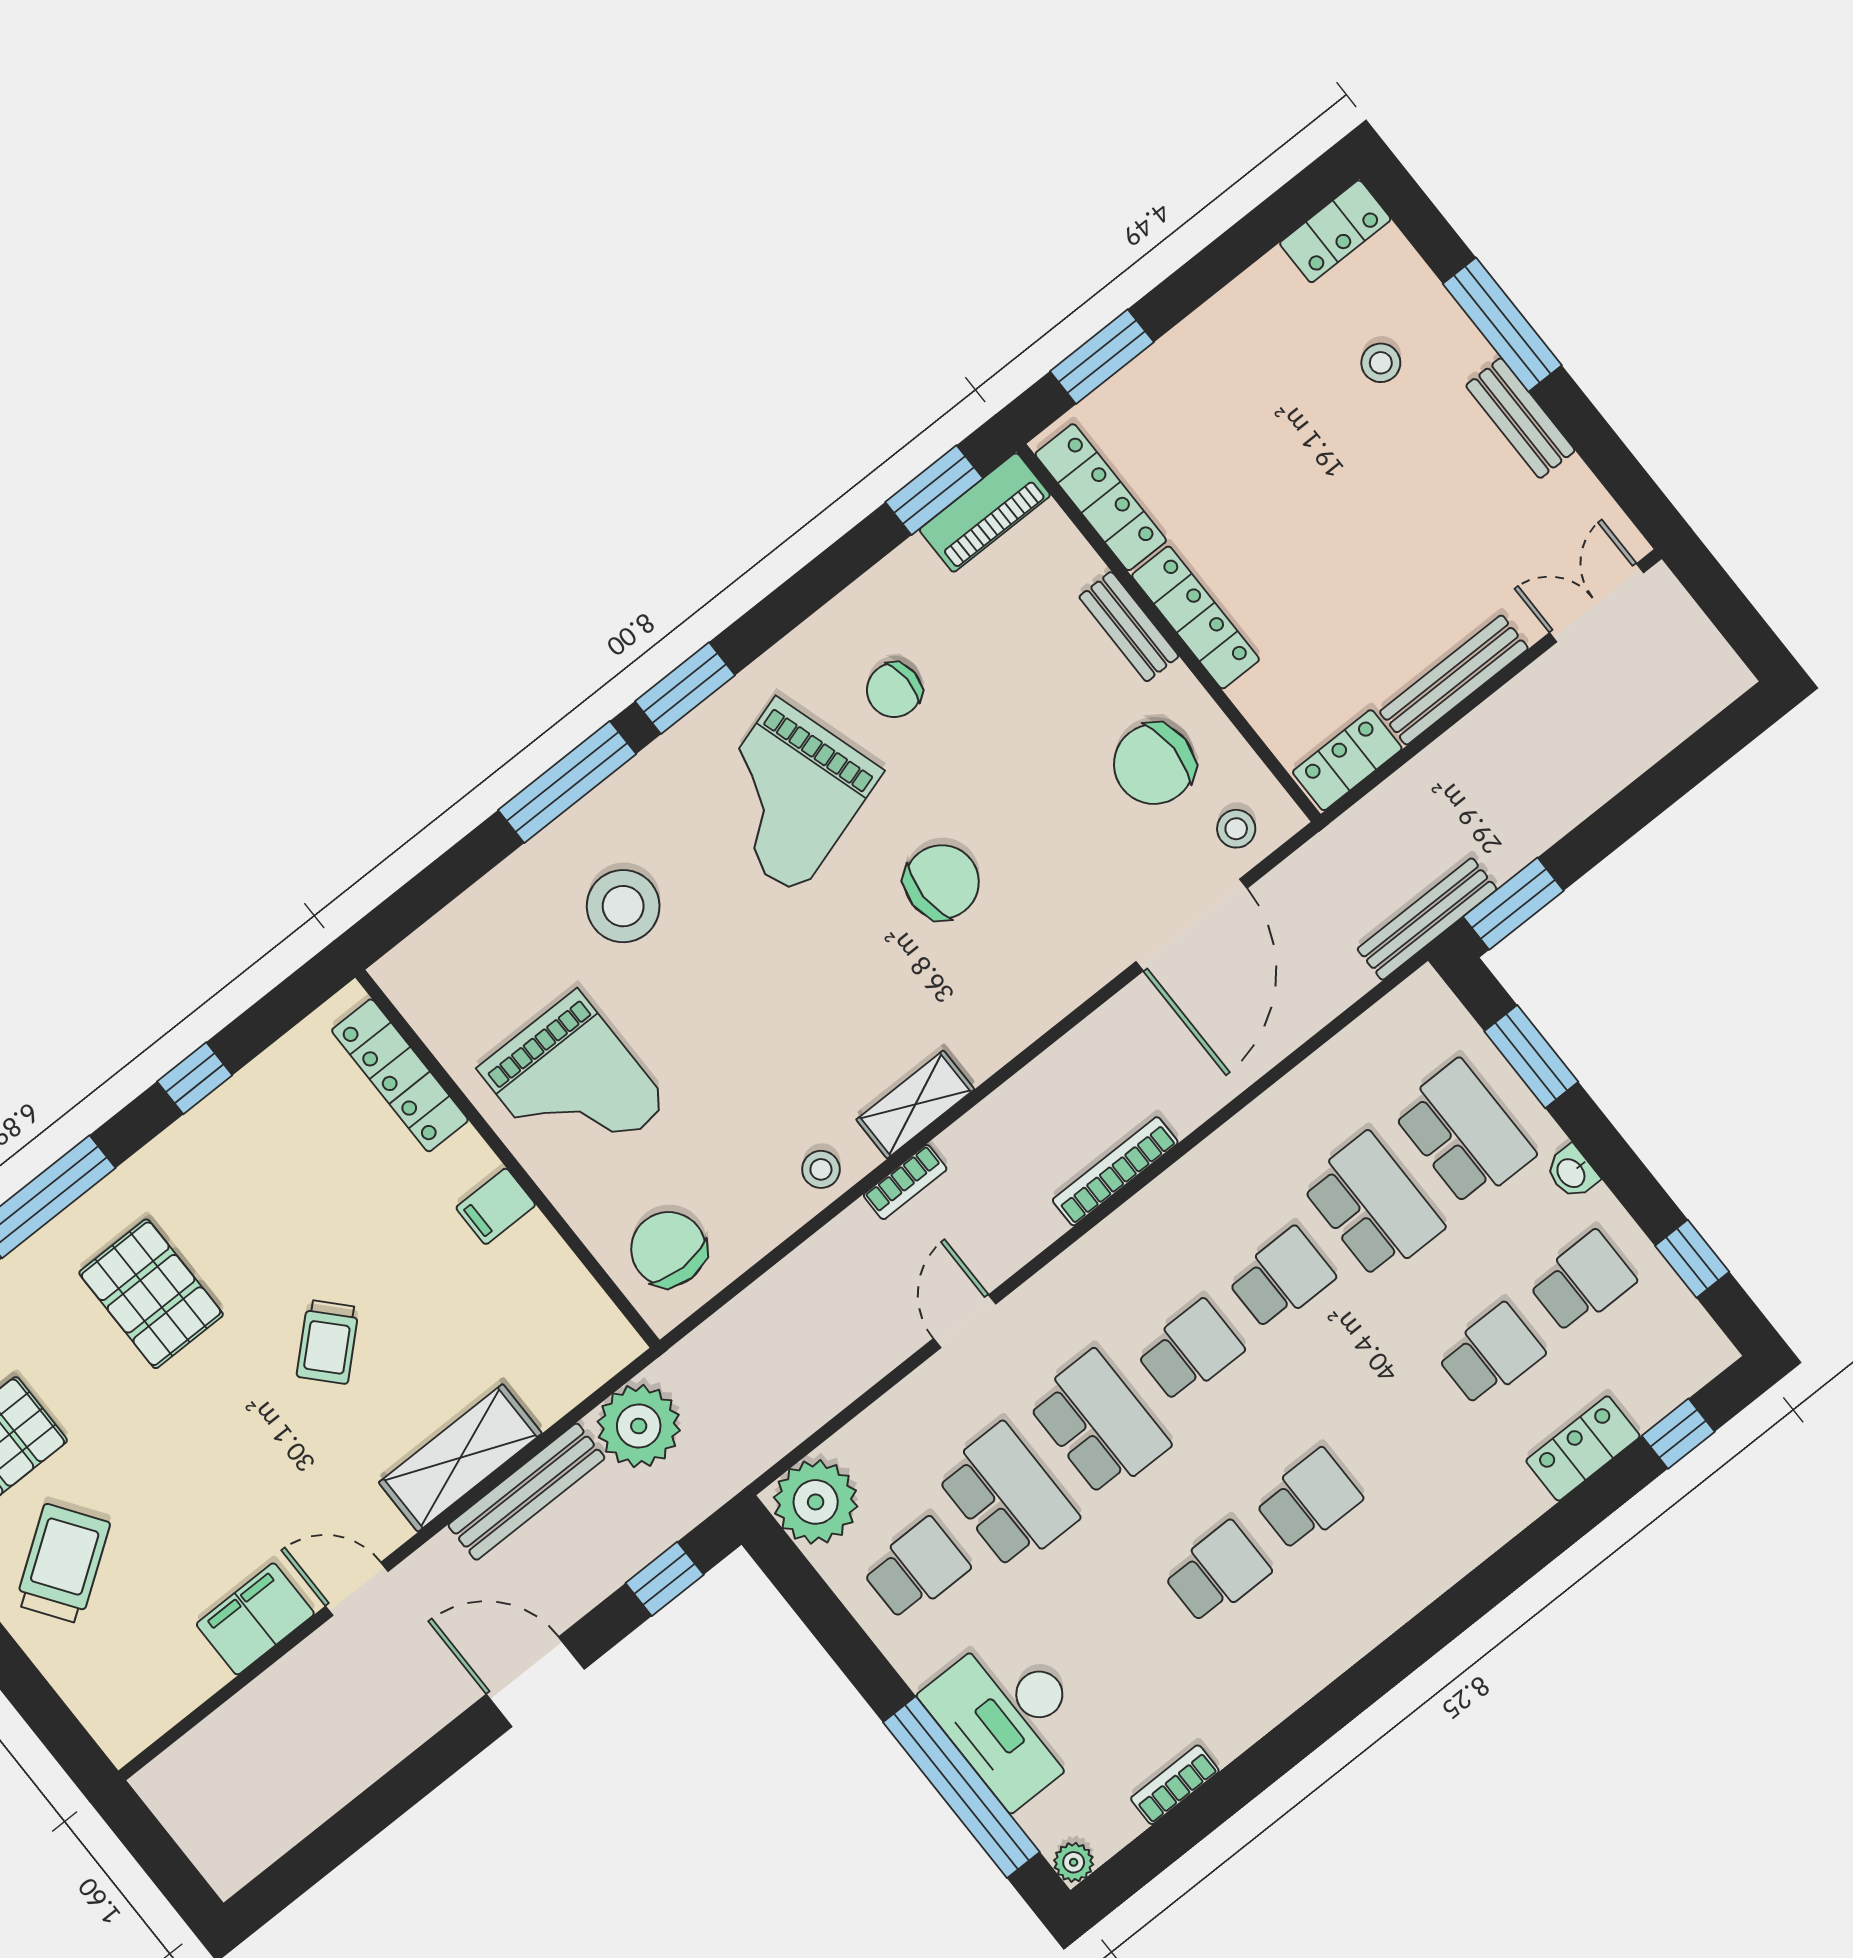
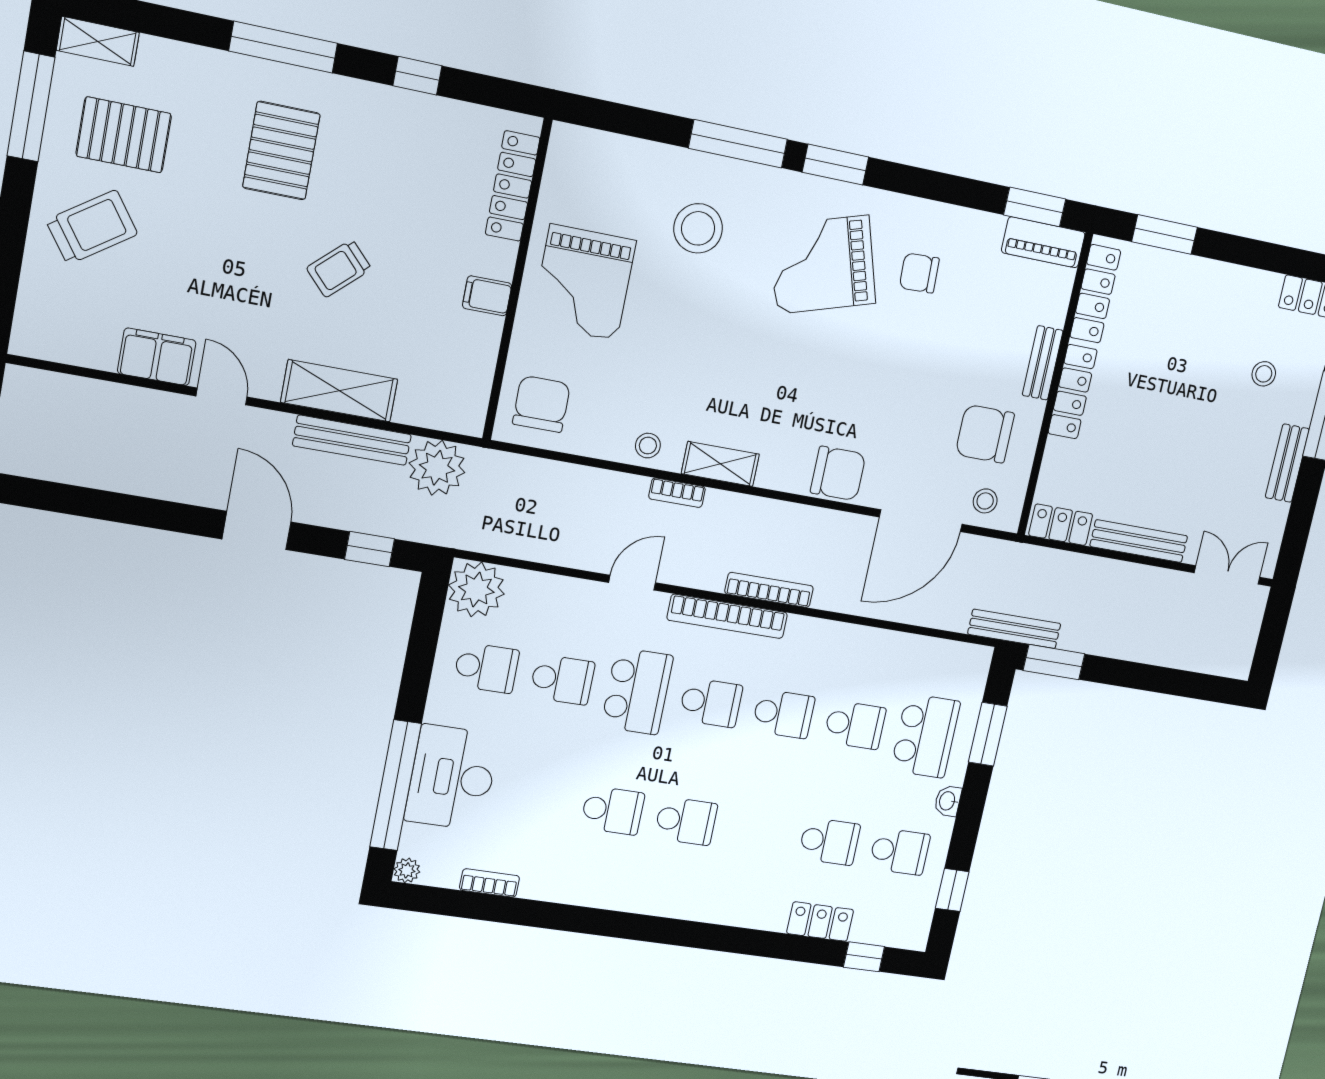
chair: (942, 882) -> (838, 473), moved
school desk: (1373, 1206) -> (855, 725), width x0.54
bookcase: (1103, 1246) -> (727, 616), added
school desk: (1007, 1496) -> (562, 680), width x0.54

